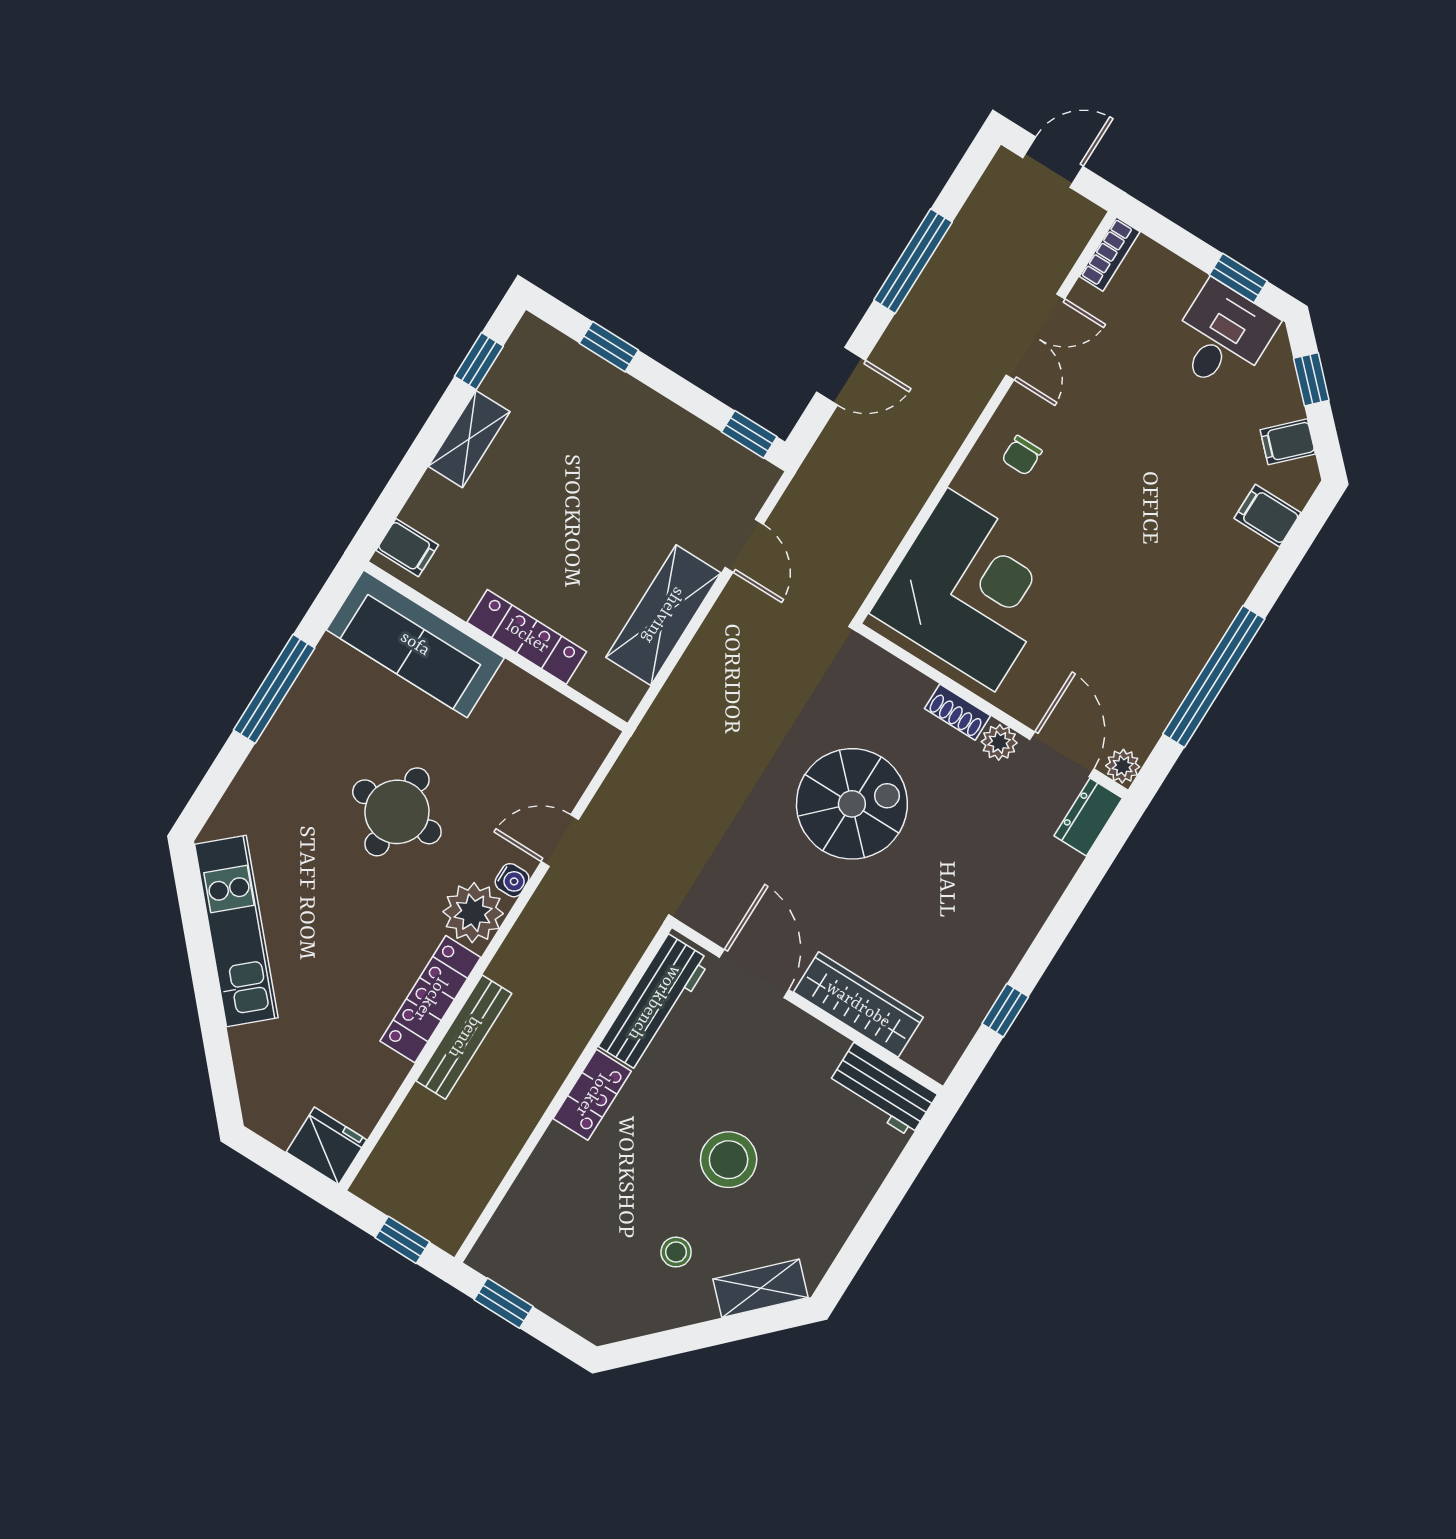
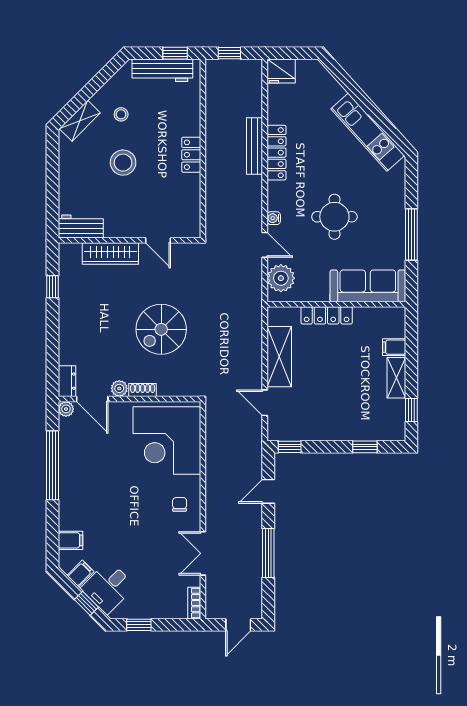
desk: (1222, 337) -> (108, 587), moved, turned 45
filing cabinet: (407, 548) -> (394, 347), moved
door: (560, 841) -> (265, 245), hinge flipped
plant: (473, 913) -> (281, 278), moved
door: (754, 974) -> (158, 240), width x0.73
workbench: (654, 1003) -> (162, 70), moved, turned -90

